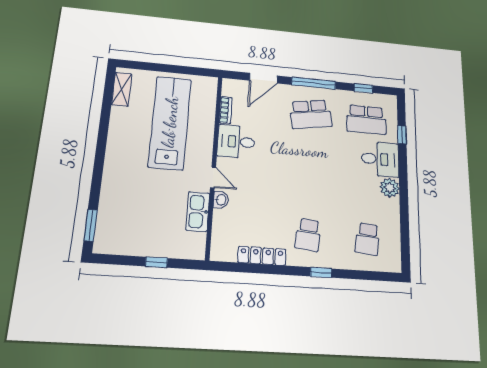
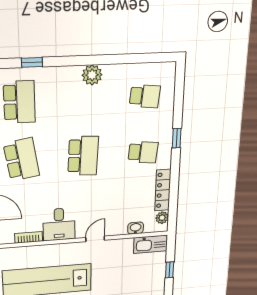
desk: (380, 159) -> (62, 86), removed
school desk: (309, 173) -> (83, 156), added
washbasin: (221, 200) -> (136, 228), moved
kitchen sink: (198, 211) -> (151, 244), moved
plant: (228, 254) -> (162, 218), added

